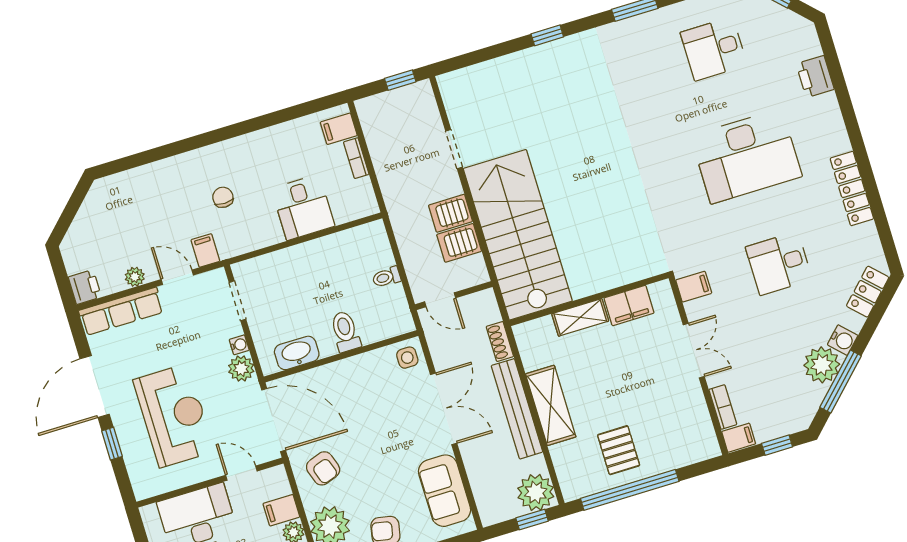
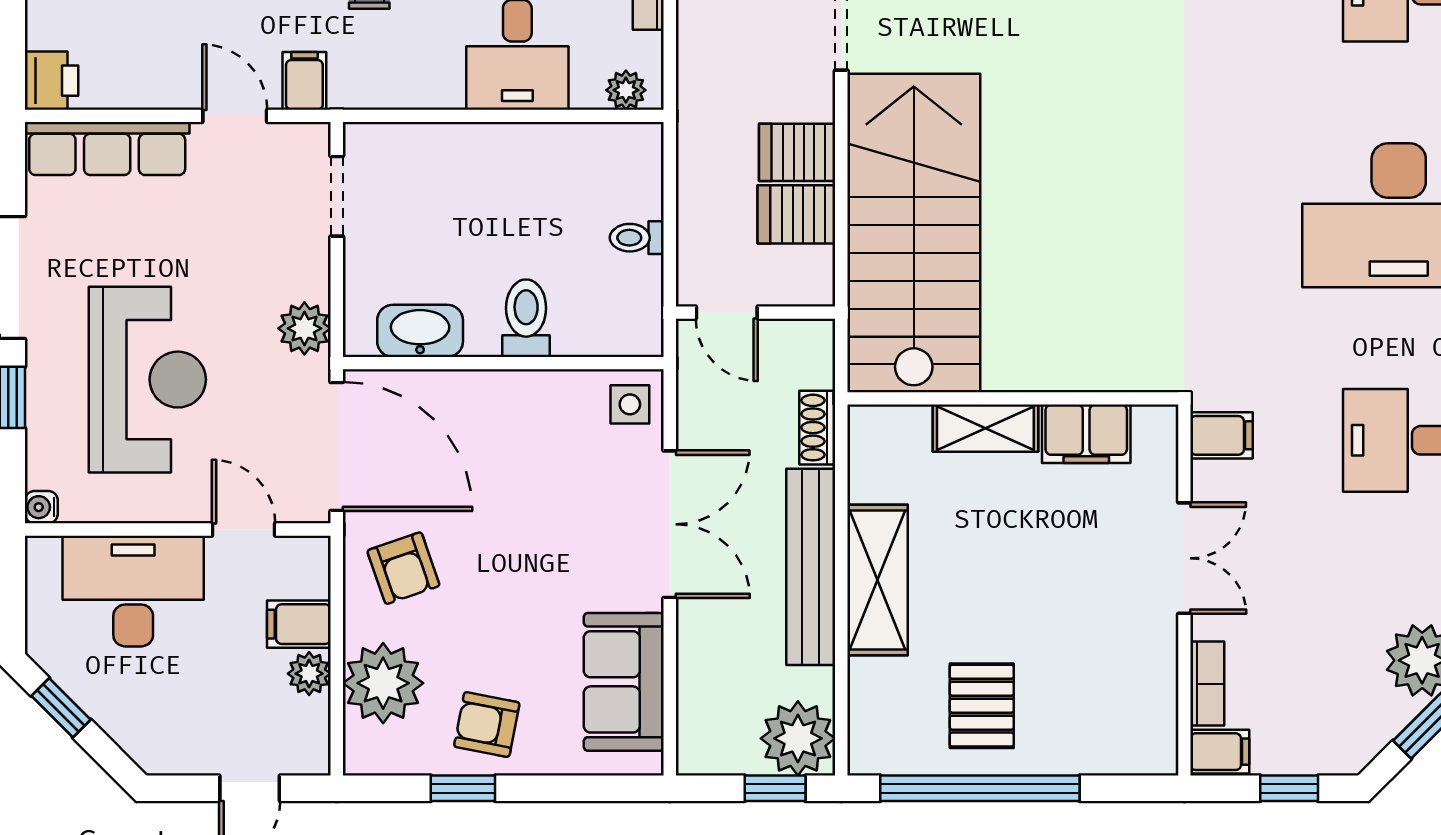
plant: (135, 277) -> (626, 90), moved
water cooler: (239, 345) -> (41, 507), moved, turned 180

